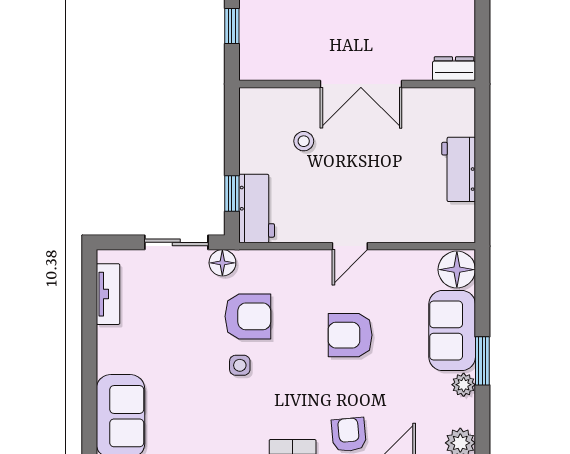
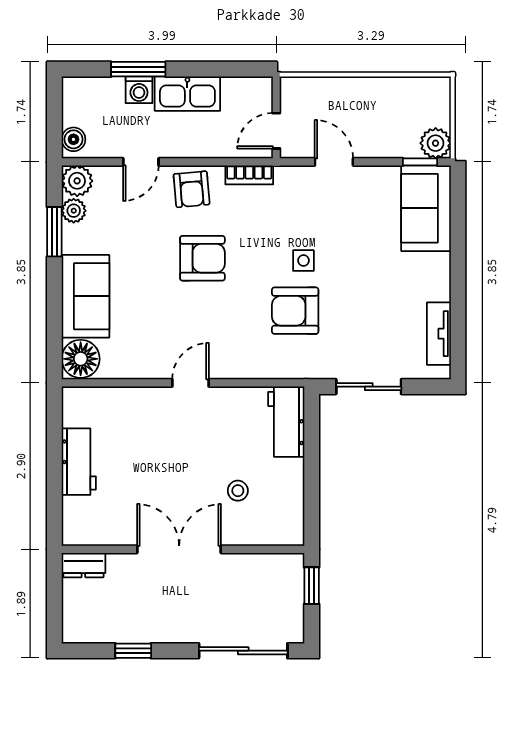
window: (232, 26) -> (312, 586), moved
window: (232, 194) -> (312, 437), removed
floor lamp: (222, 263) -> (321, 366), removed
armchair: (350, 335) -> (202, 258), moved
window: (482, 361) -> (54, 232), moved
plant: (464, 385) -> (74, 211), moved

